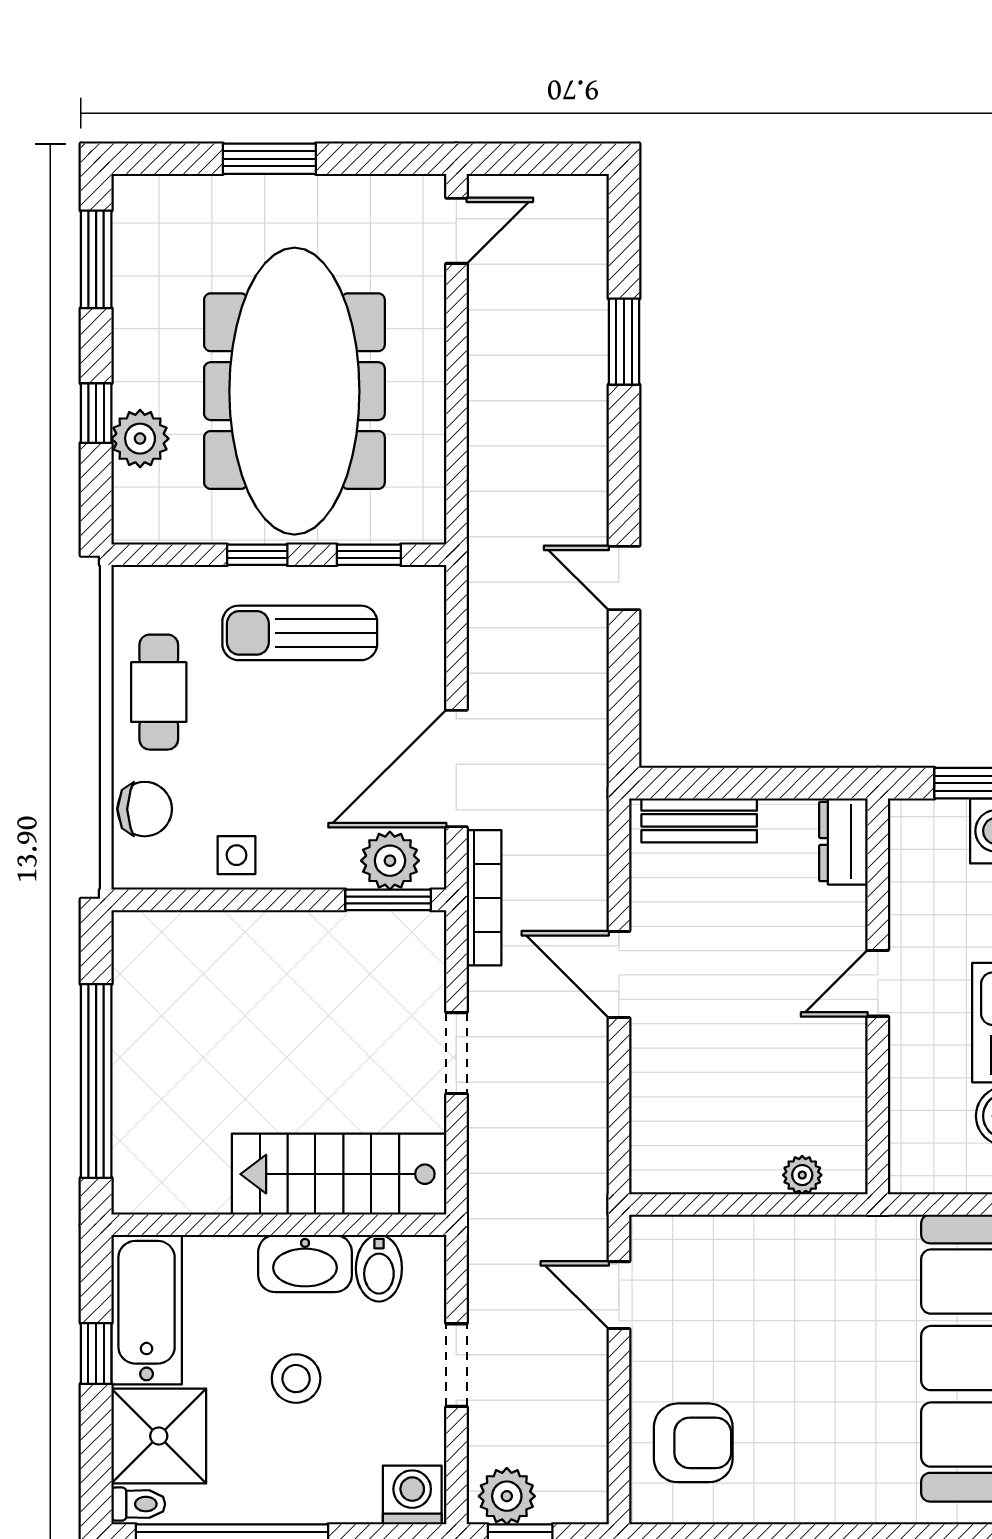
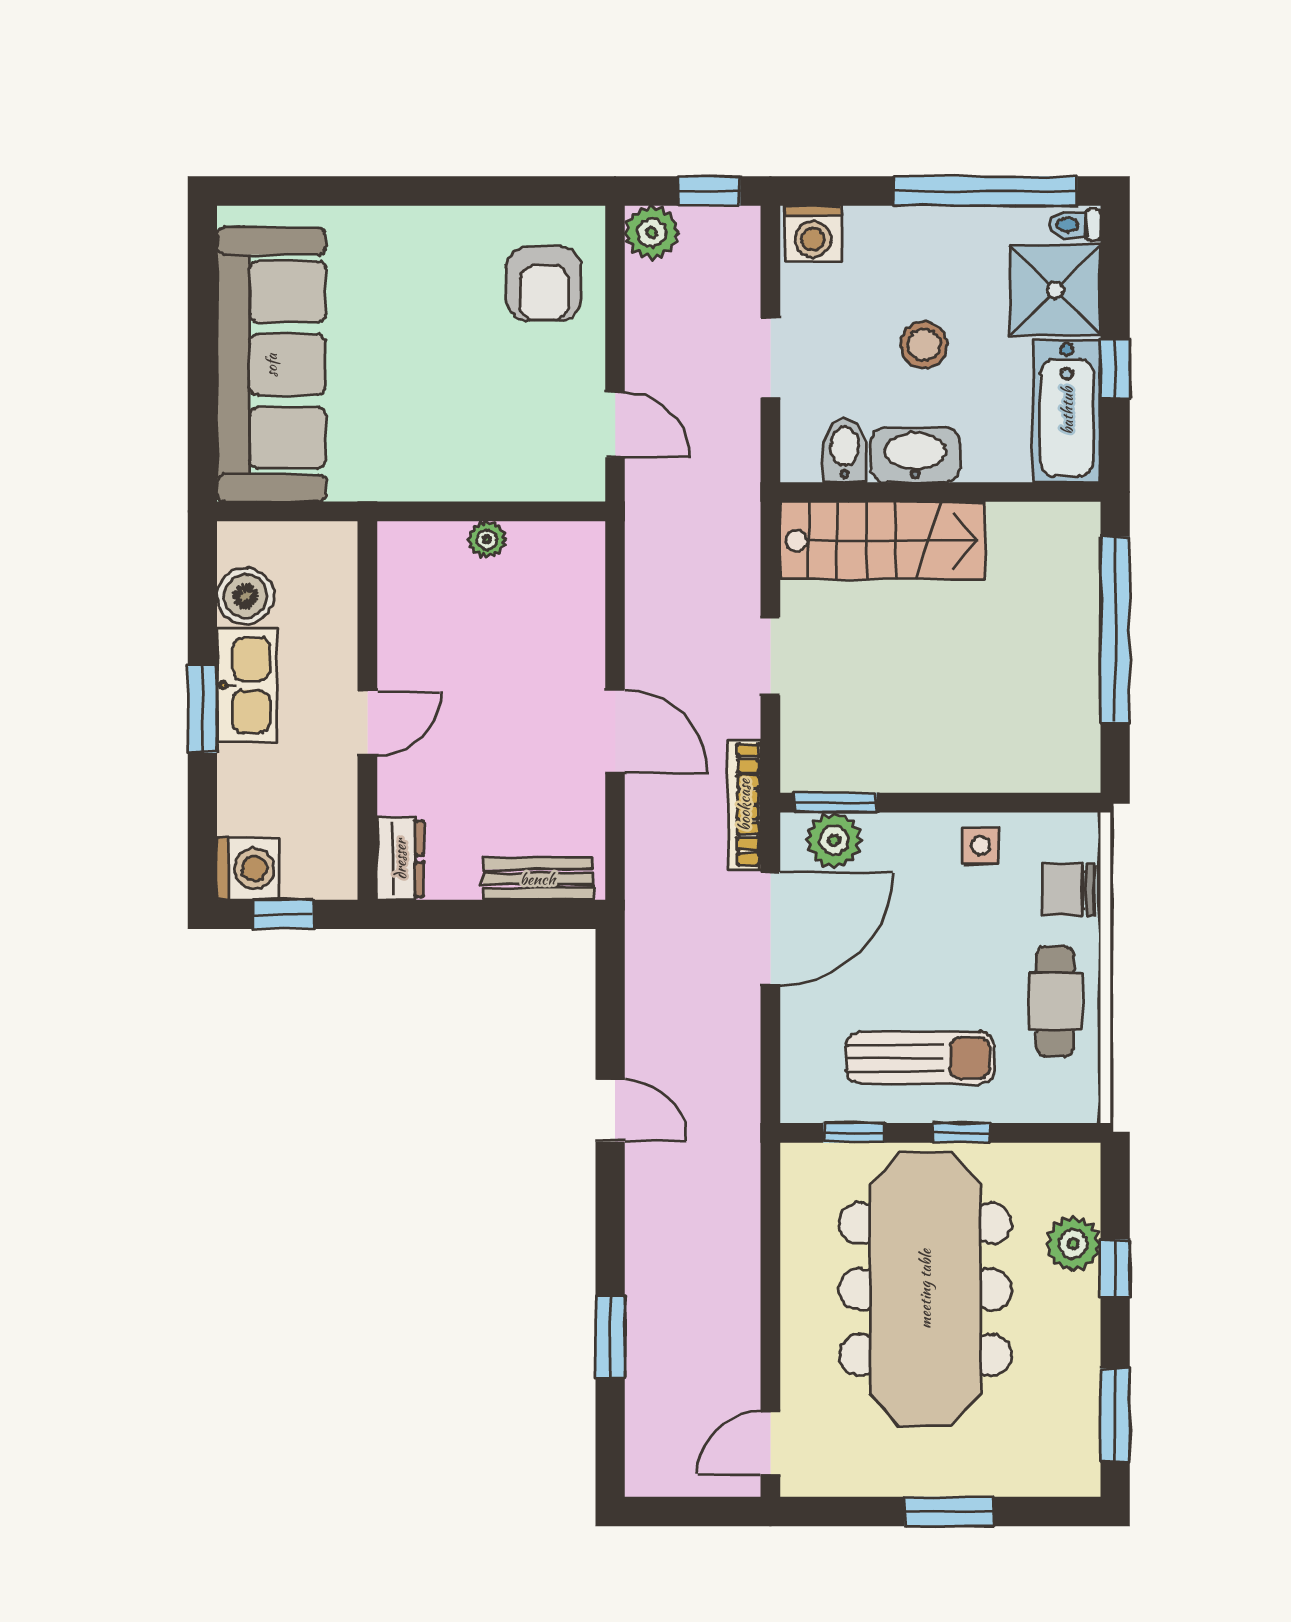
plant: (802, 1175) -> (487, 540), moved
armchair: (693, 1443) -> (544, 283), turned -90
plant: (507, 1496) -> (652, 232), moved

